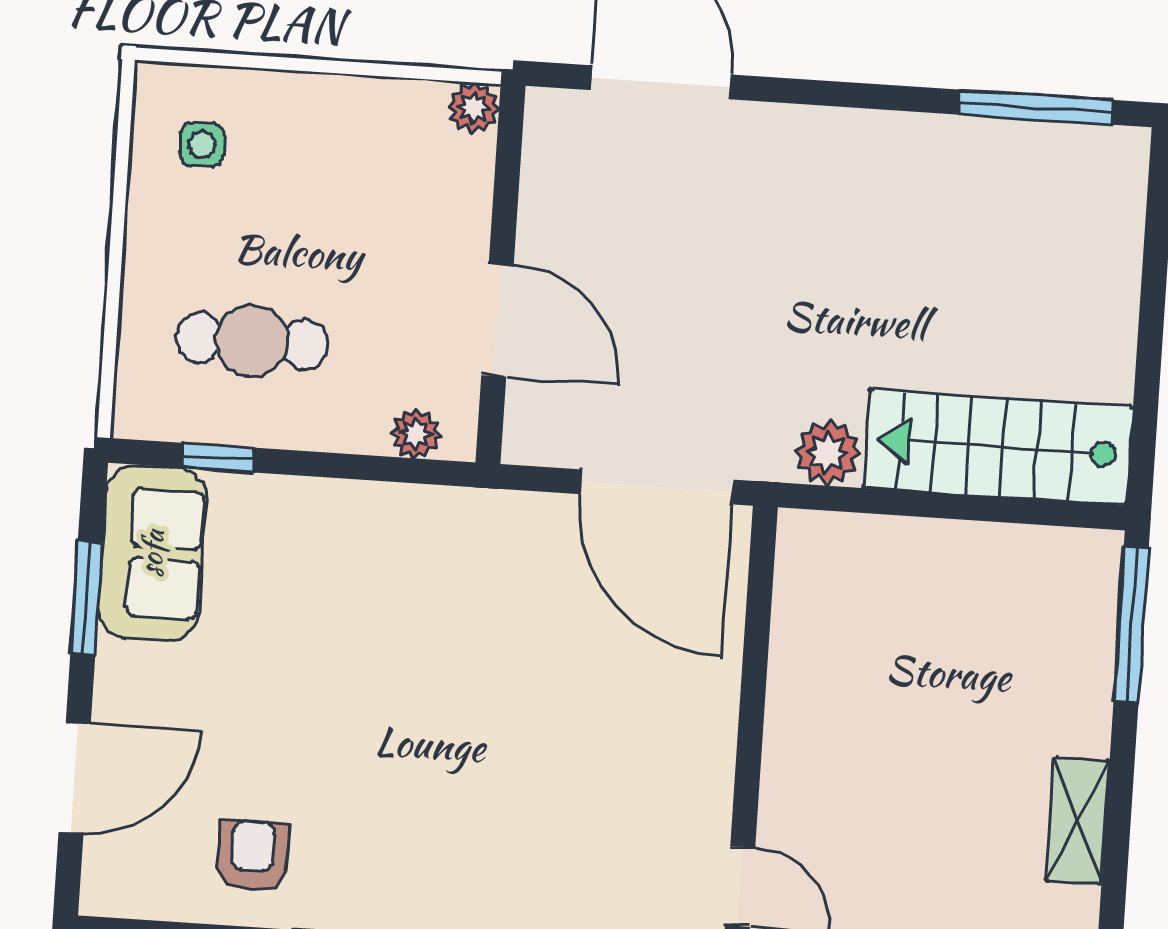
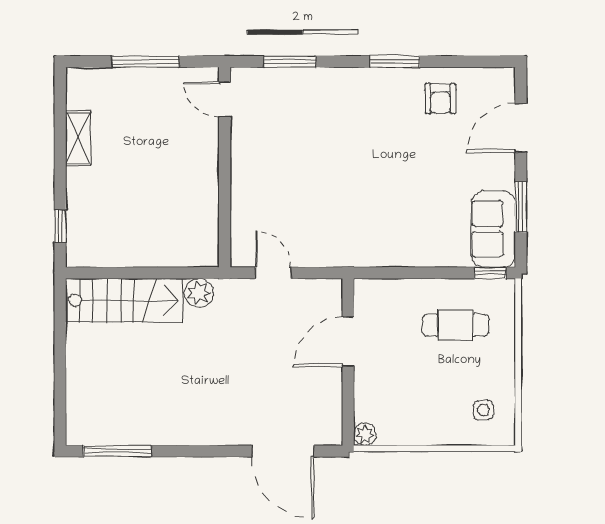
door: (497, 320) -> (348, 342), hinge flipped
plant: (416, 434) -> (381, 289), removed
window: (217, 458) -> (490, 273), moved
door: (656, 487) -> (273, 273), width x0.53
window: (1131, 625) -> (60, 226), width x0.46

